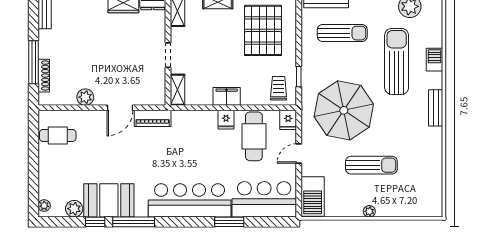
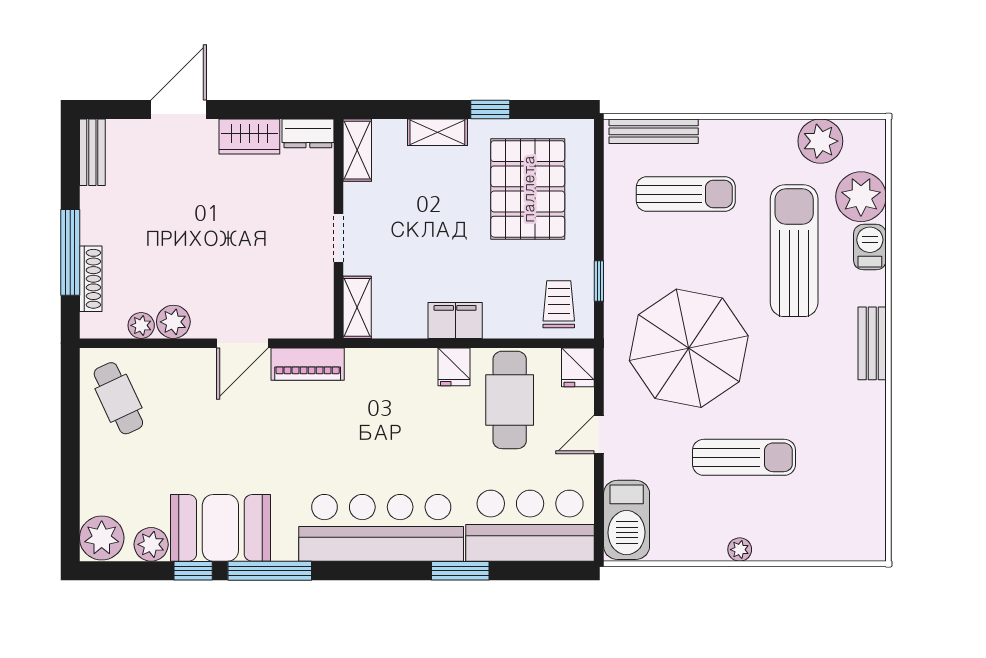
plant: (430, 34) -> (861, 197), added
plant: (69, 99) -> (141, 325), added
cafe table: (58, 135) -> (118, 398), turned 65
plant: (44, 206) -> (102, 538), width x1.88, depth x1.88

